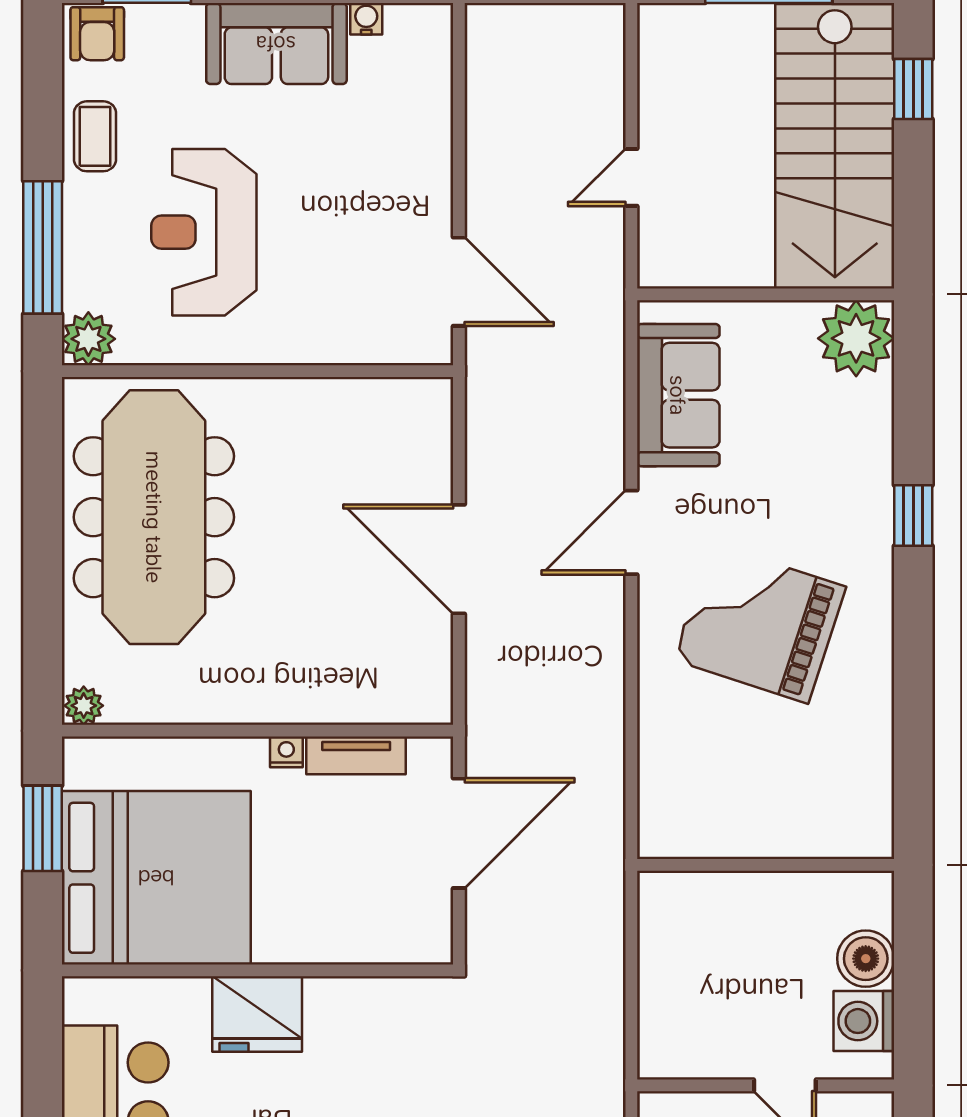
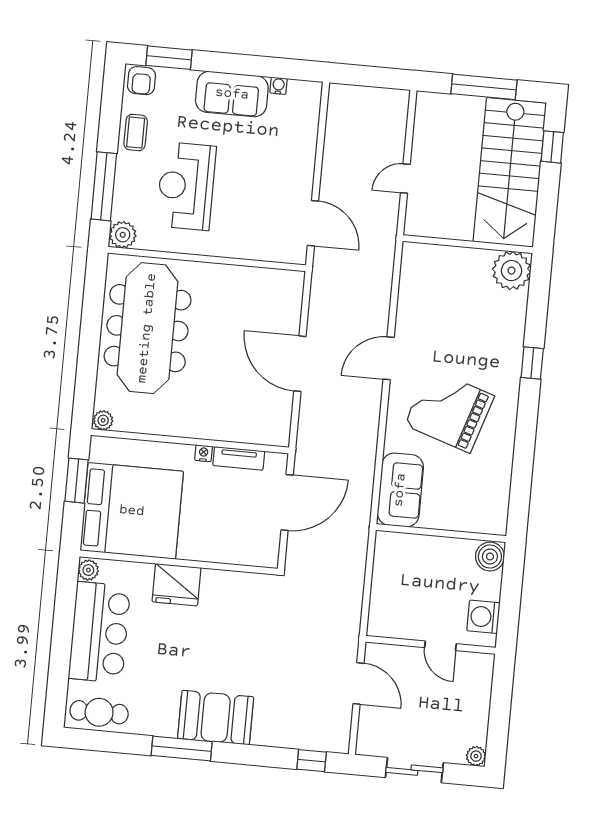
sofa: (678, 395) -> (400, 490), moved
boiler: (866, 959) -> (490, 557), moved
plant: (82, 1001) -> (88, 570), added

